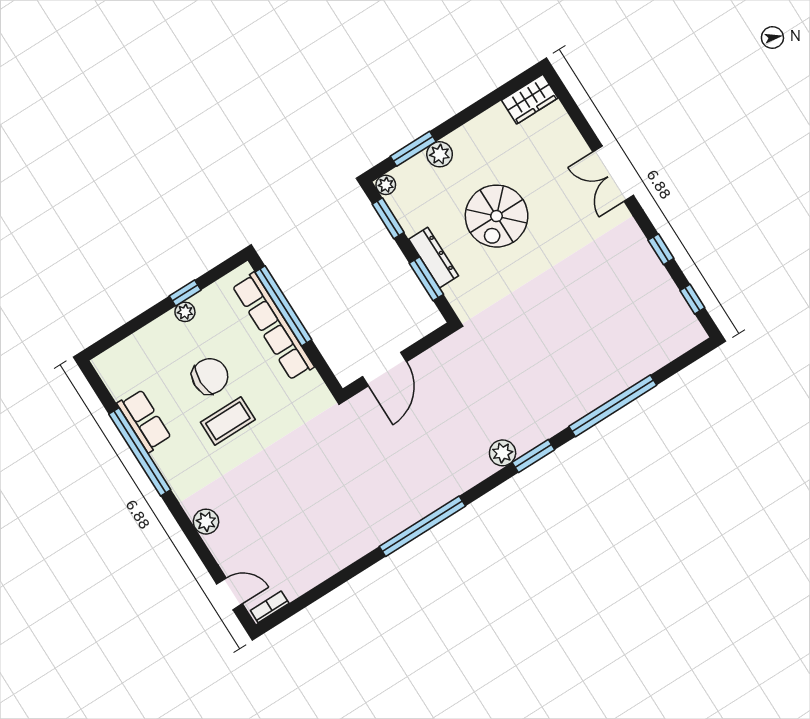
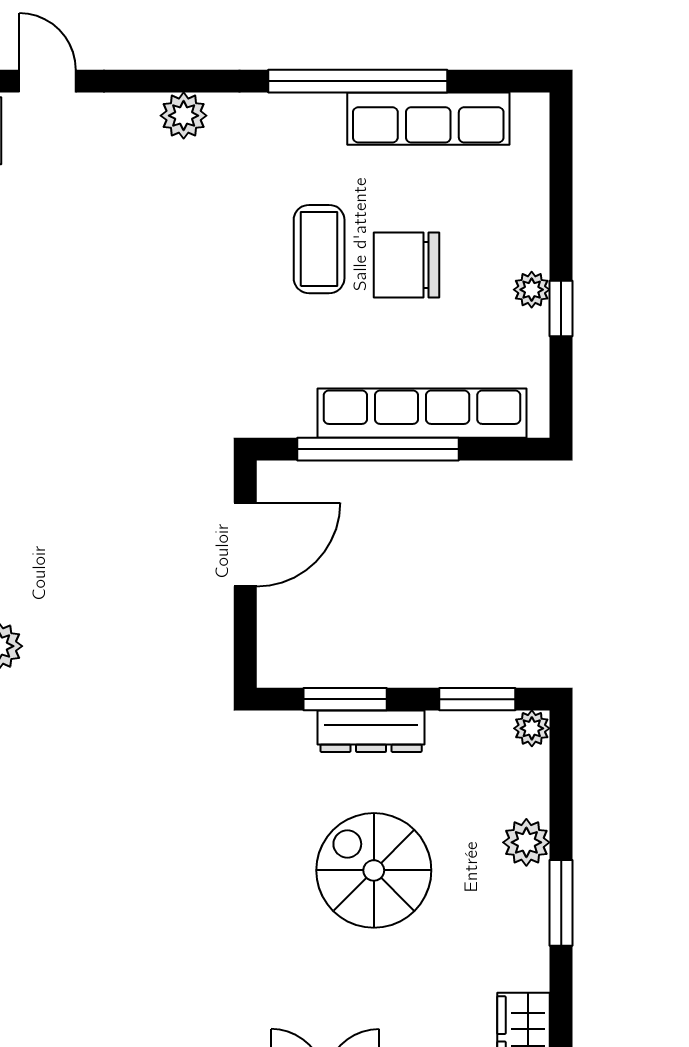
window: (413, 149) -> (561, 903), moved
window: (283, 306) -> (378, 449), moved
door: (385, 369) -> (245, 545), swing flipped
chair: (210, 376) -> (407, 265), turned 90
row of seats: (144, 421) -> (428, 119), width x1.48
door: (230, 594) -> (48, 81), swing flipped

